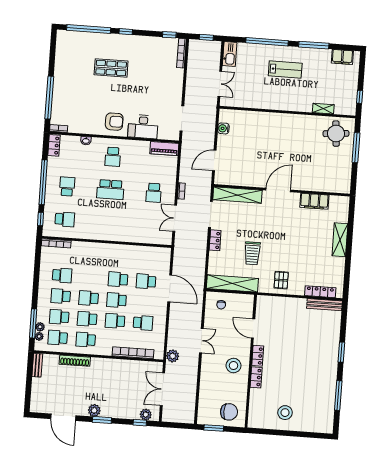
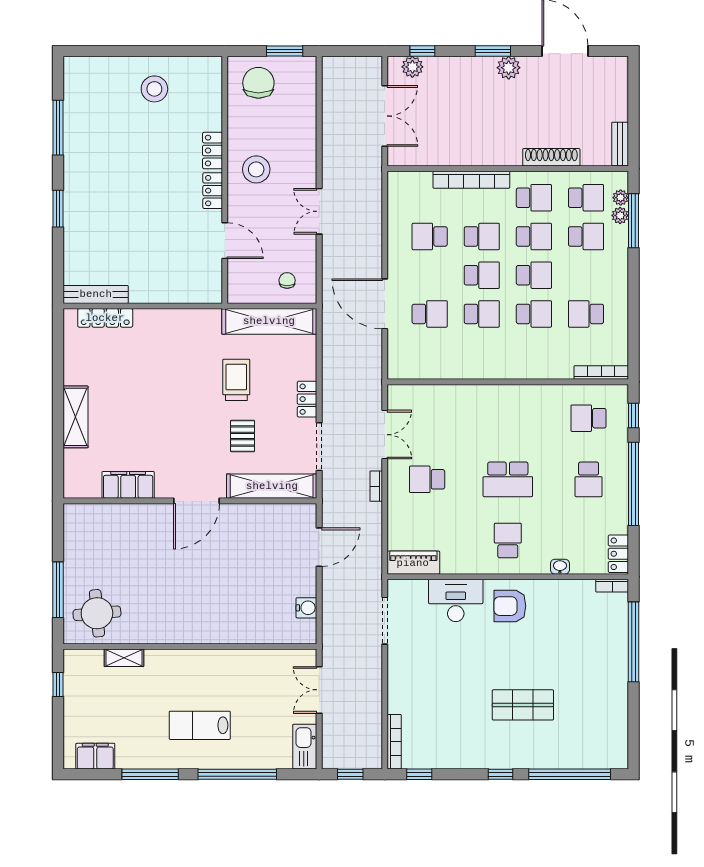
school desk: (110, 190) -> (508, 479), turned 180
school desk: (154, 193) -> (427, 479), turned -90
pallet: (281, 280) -> (243, 436), moved
school desk: (61, 296) -> (534, 314), moved
bookcase: (133, 353) -> (471, 180), moved
plant: (173, 356) -> (370, 179), removed
chair: (229, 412) -> (258, 83), turned 90

